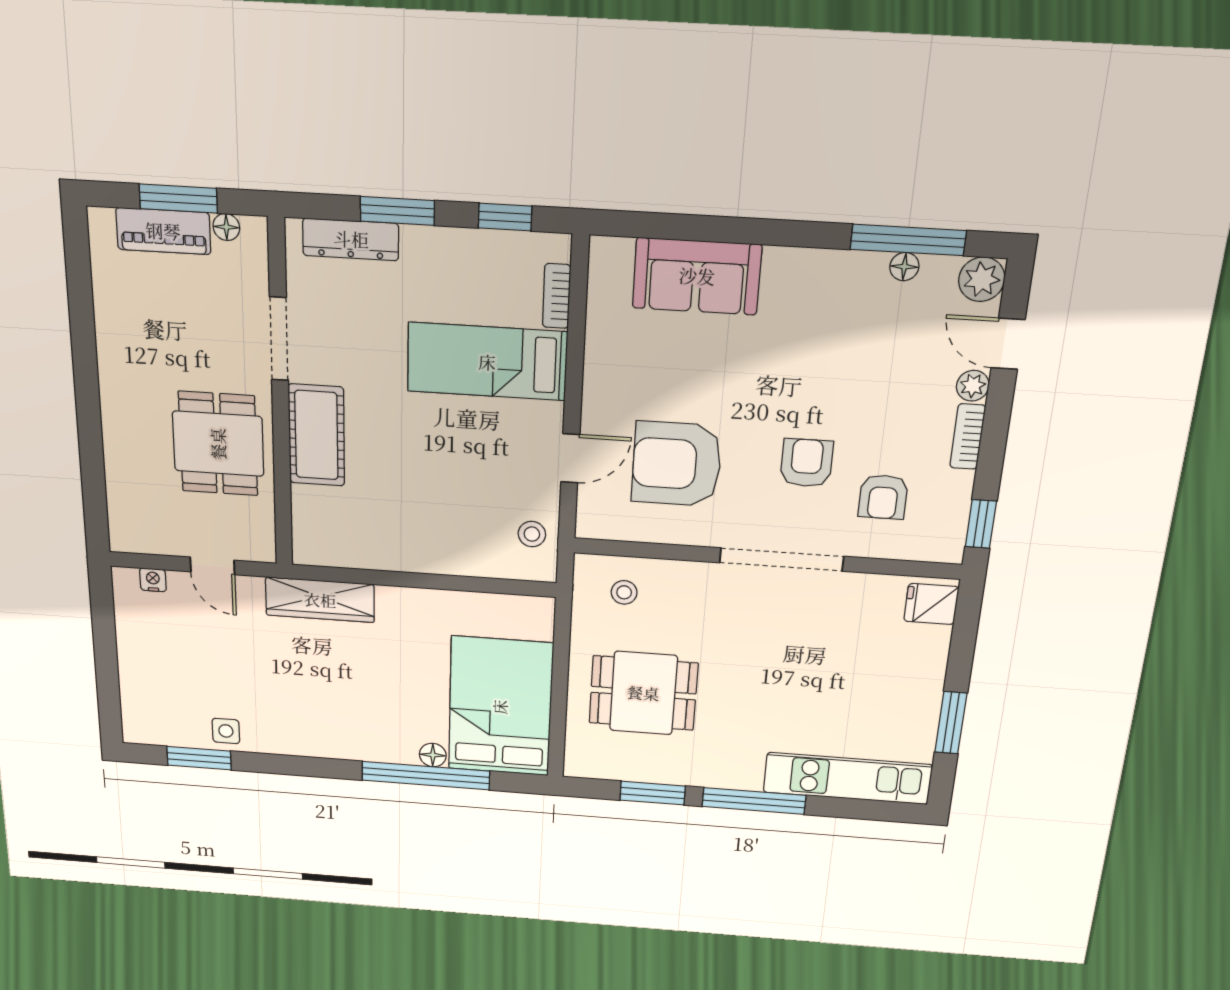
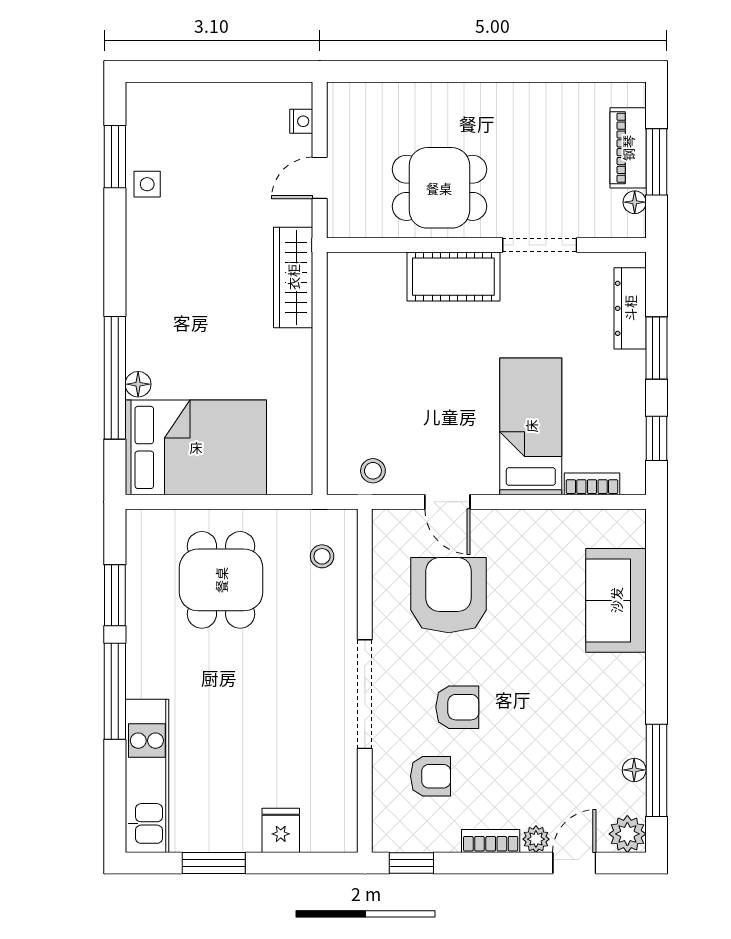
armchair: (883, 497) -> (431, 776), turned 180
fridge: (931, 604) -> (281, 830), moved

